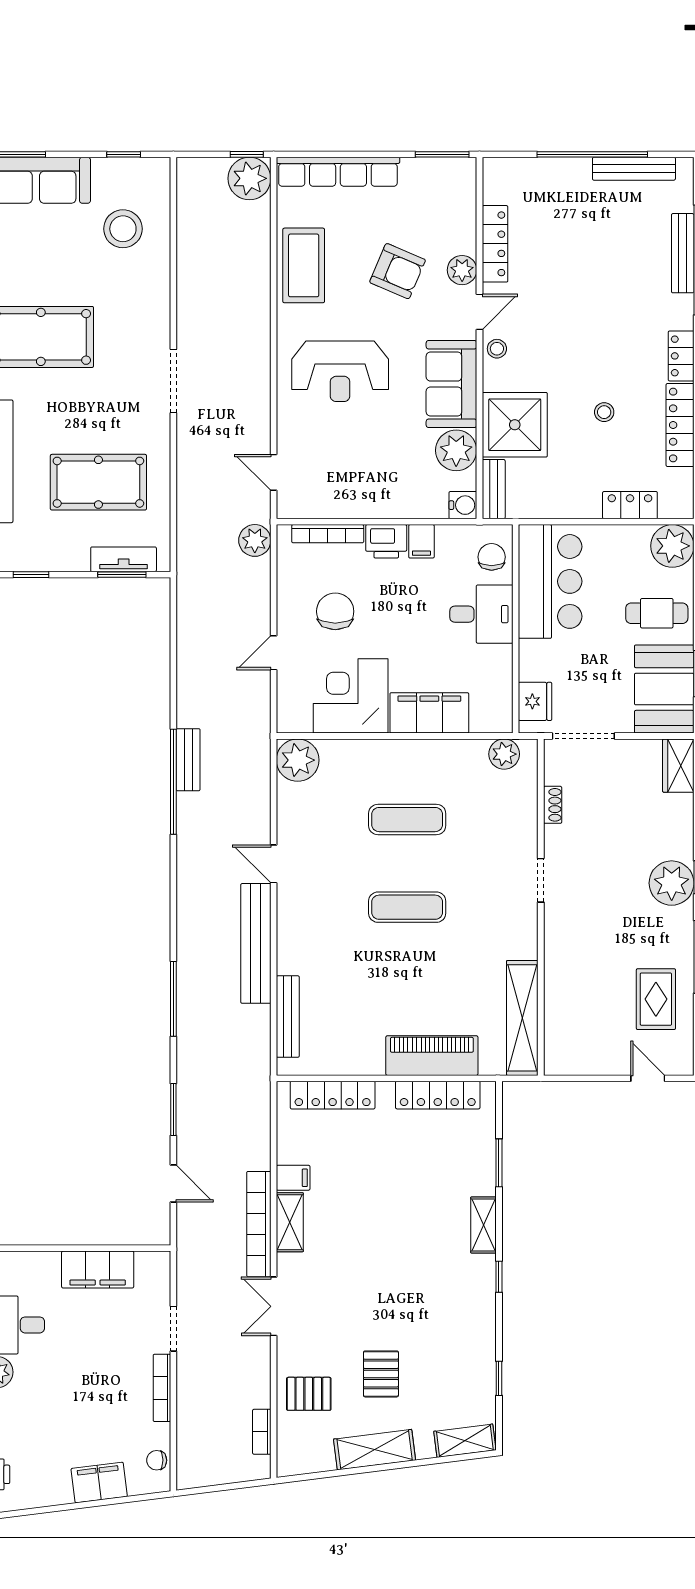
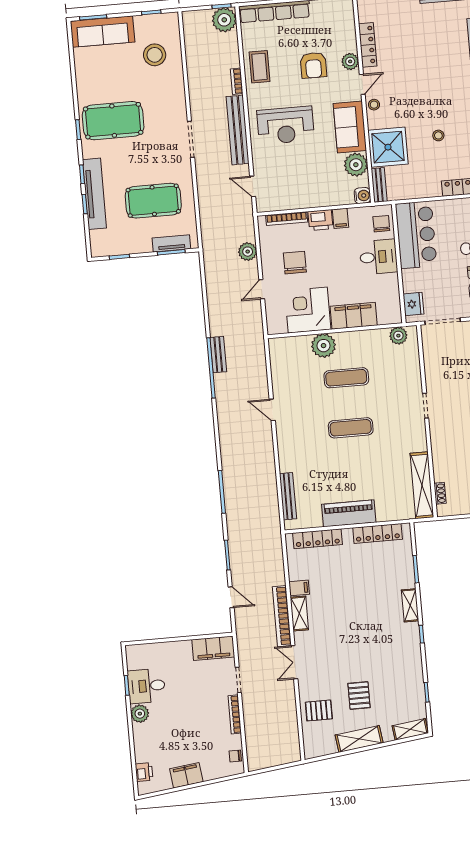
coffee table: (304, 265) -> (260, 67), width x0.73, depth x0.76
armchair: (398, 271) -> (313, 65), turned 67
plant: (255, 540) -> (248, 252), moved
plant: (298, 760) -> (324, 346), moved
shoe rack: (553, 805) -> (440, 493), moved
bench: (256, 943) -> (238, 130), moved
piano: (432, 1056) -> (349, 513), moved
filing cabinet: (98, 1269) -> (213, 648), moved
bookcase: (262, 1432) -> (237, 81), moved
filing cabinet: (99, 1482) -> (186, 775), moved

